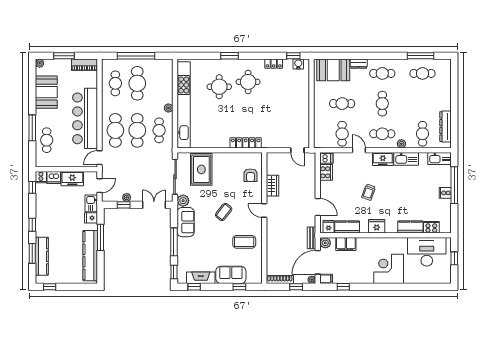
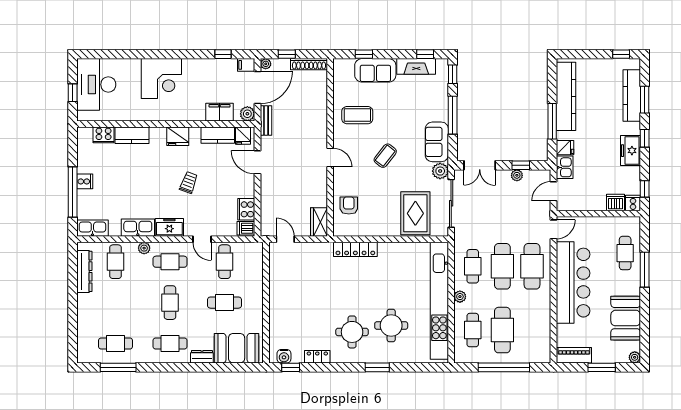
cafe table: (115, 83) -> (473, 330), moved
freezer: (72, 179) -> (631, 151), moved, turned -90
wardrobe: (272, 186) -> (319, 222), moved
desk: (427, 252) -> (96, 84), moved, turned 90

